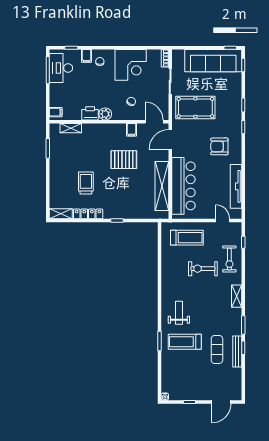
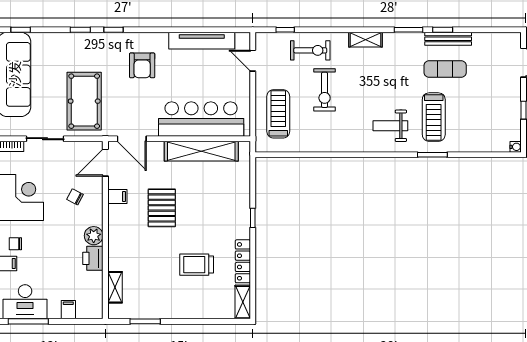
filing cabinet: (56, 112) -> (68, 310), moved
door: (223, 221) -> (253, 61), hinge flipped

